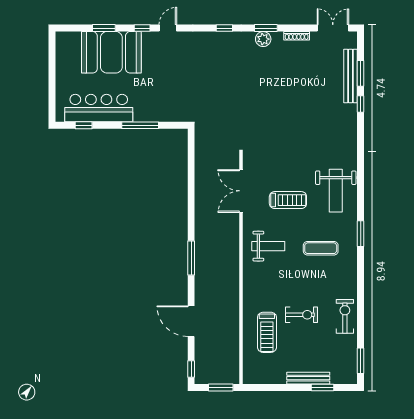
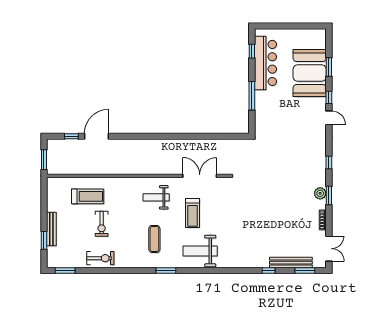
window: (361, 73) -> (305, 271), moved
weight bench: (268, 246) -> (156, 197), turned 90
window: (191, 258) -> (147, 136), removed
treadmill: (267, 332) -> (88, 196), turned 180
window: (191, 369) -> (71, 136), moved

